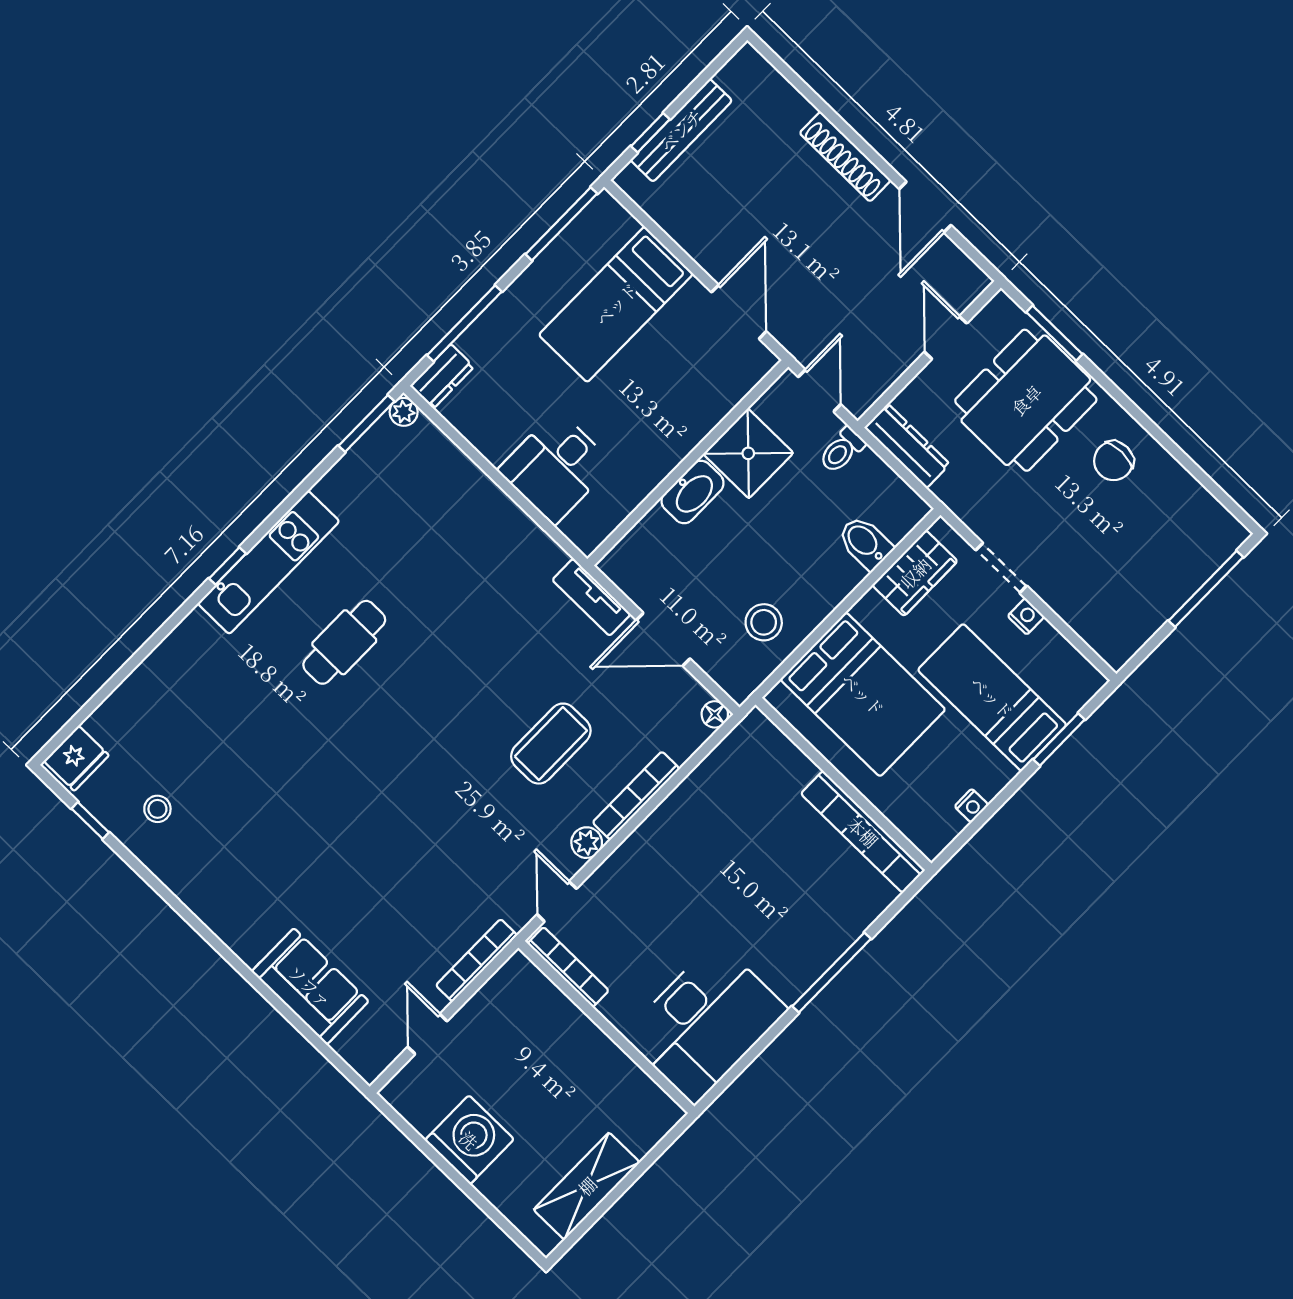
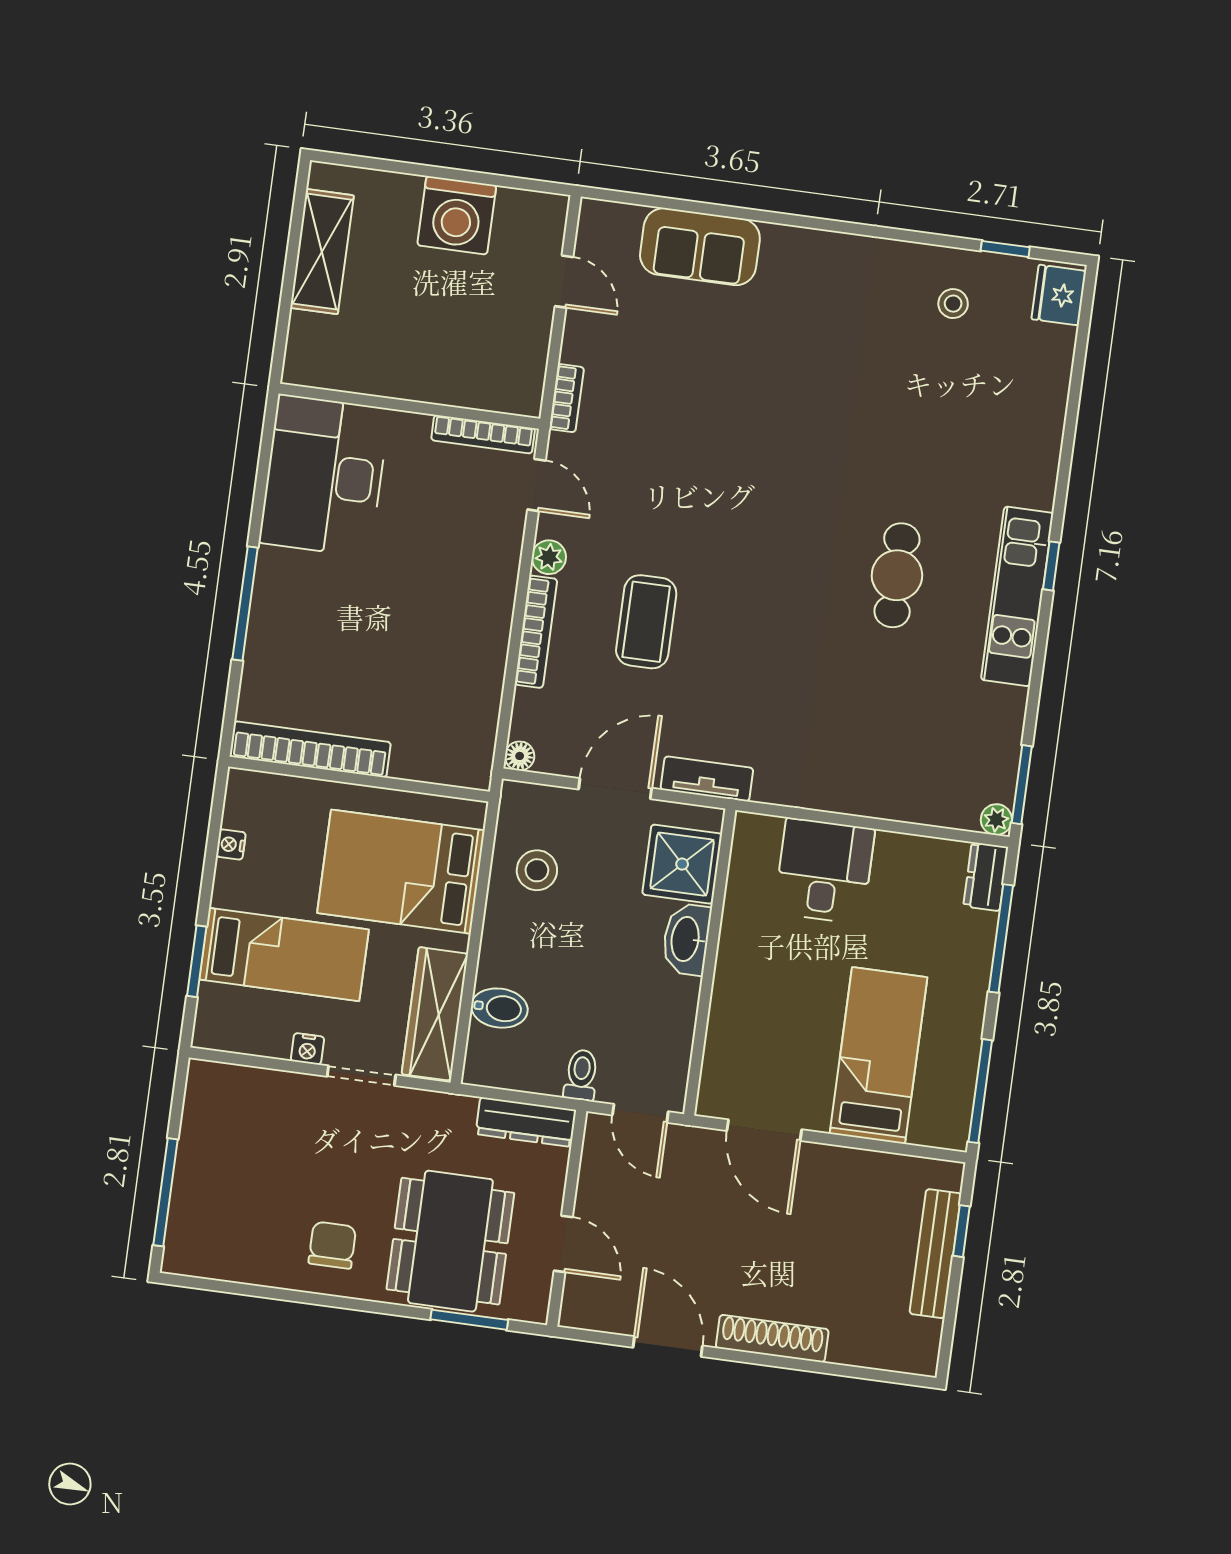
shower: (748, 453) -> (682, 864), moved
wardrobe: (915, 573) -> (435, 1014), width x1.50
bookcase: (477, 960) -> (567, 398), width x0.64

